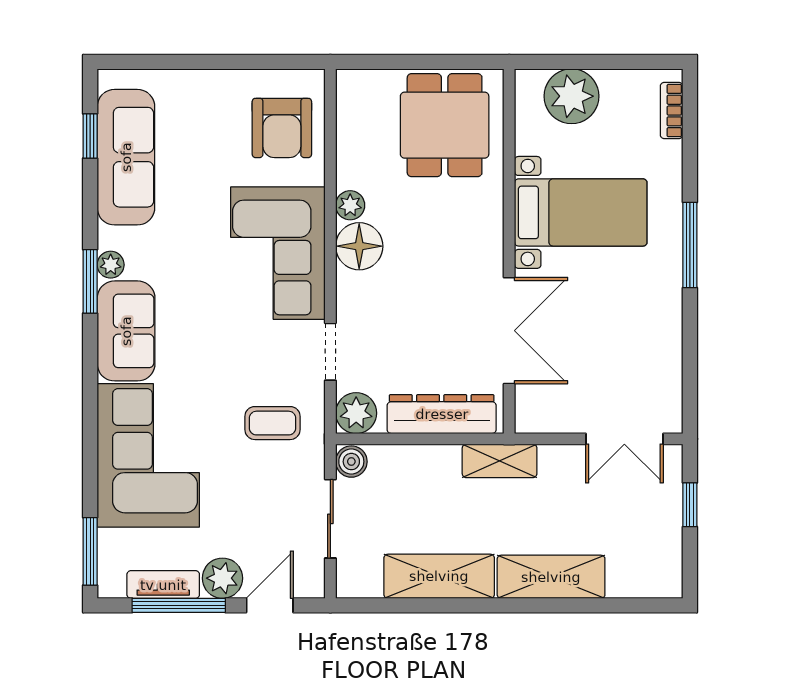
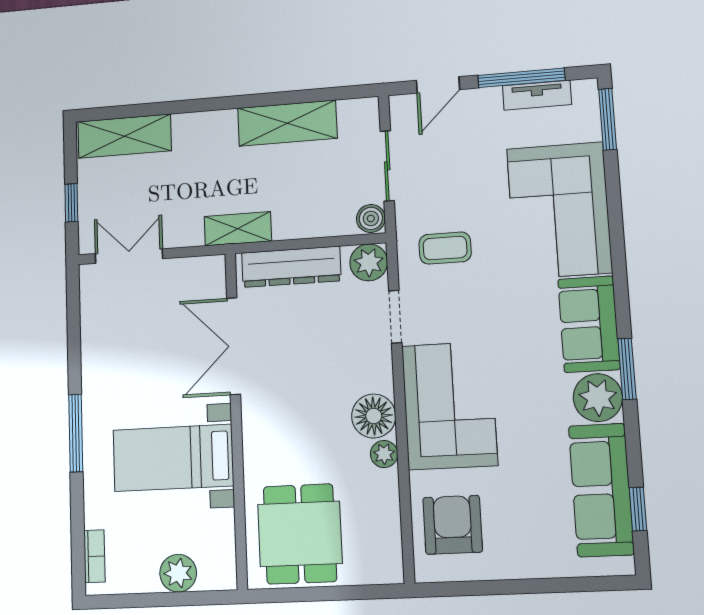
plant: (572, 96) -> (178, 573), width x0.73, depth x0.73
plant: (111, 265) -> (598, 398), width x1.87, depth x1.87
shelving: (551, 577) -> (124, 136), moved
plant: (222, 578) -> (483, 105), removed

